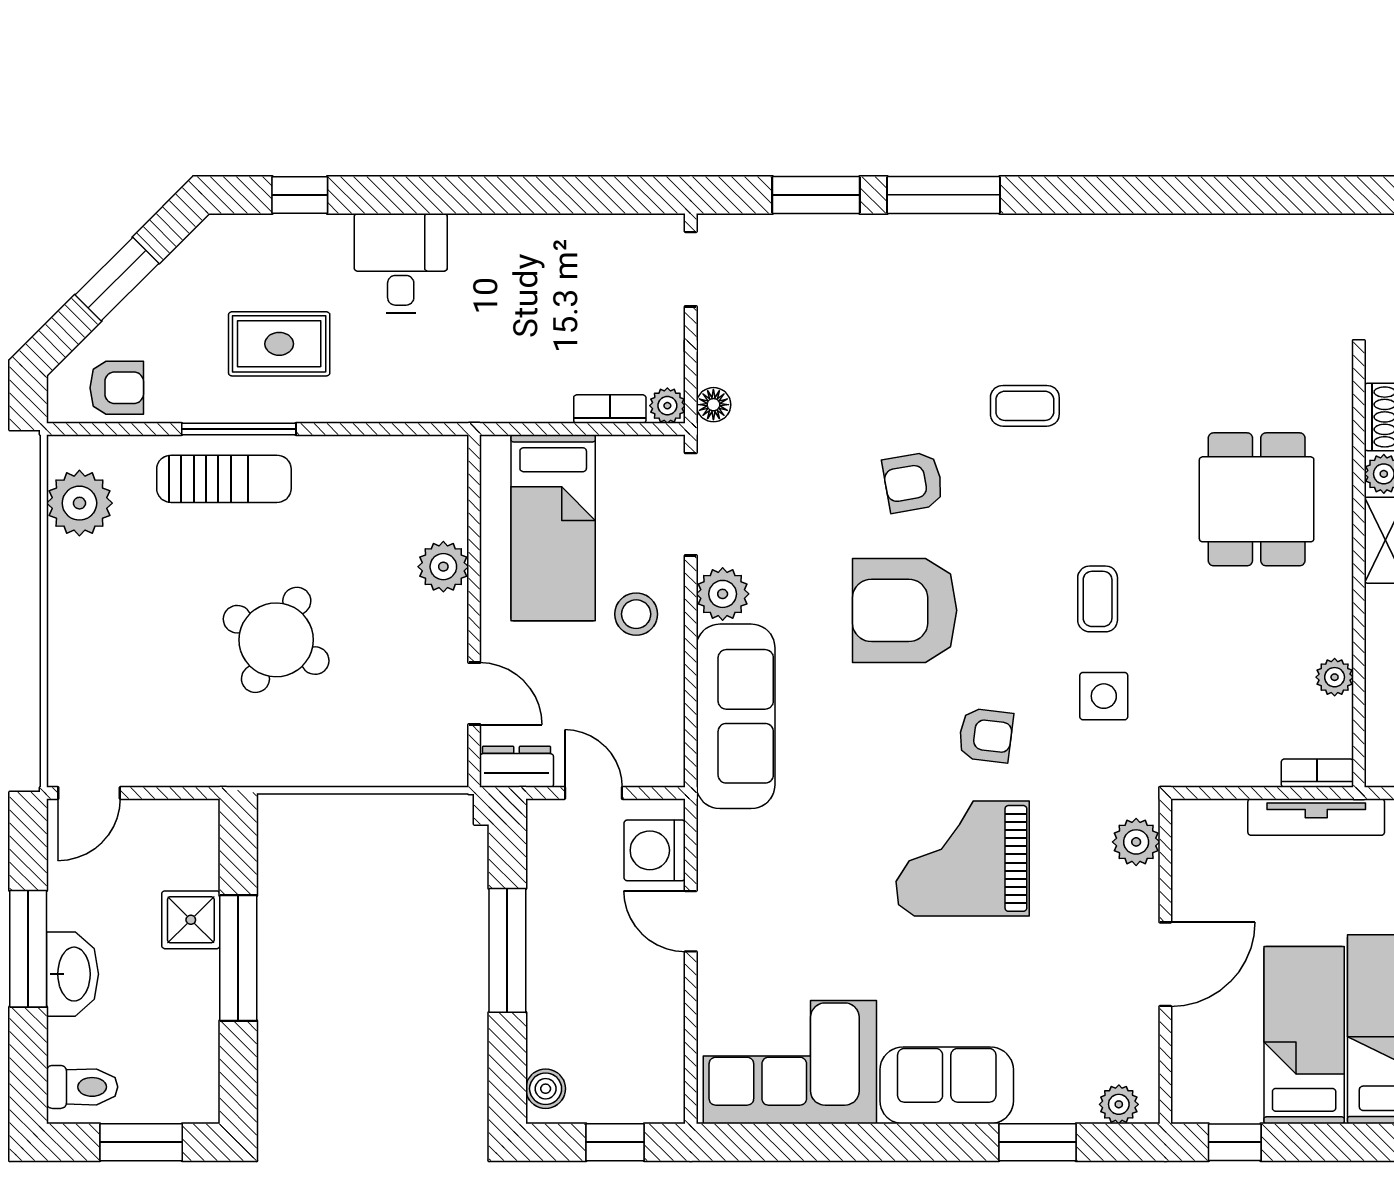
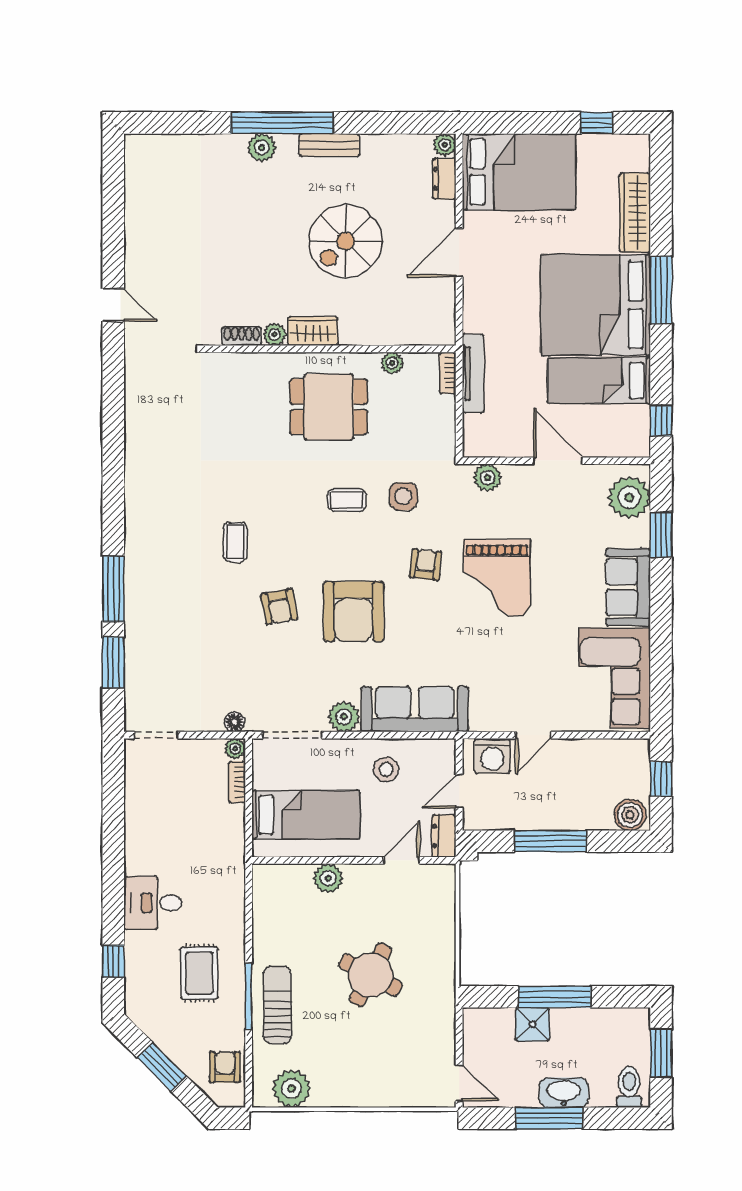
dining table: (1257, 499) -> (329, 407), moved
stool: (636, 614) -> (386, 769), moved
boiler: (546, 1089) -> (630, 815), width x1.36, depth x1.36
plant: (1119, 1104) -> (629, 497), width x1.87, depth x1.87

